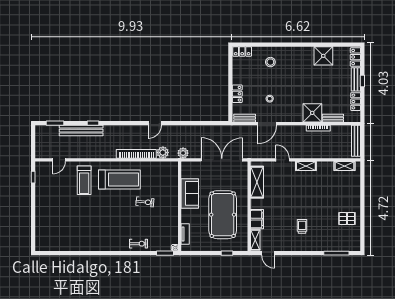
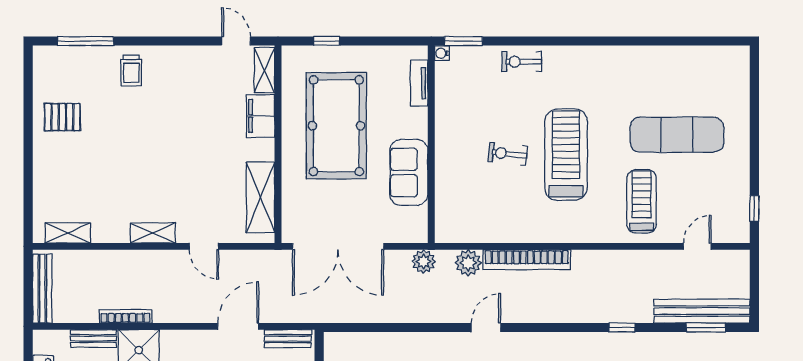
bench: (81, 131) -> (702, 311), moved
treadmill: (119, 180) -> (566, 155), moved, turned 90
exercise mat: (68, 211) -> (677, 135), added
trolley: (302, 226) -> (131, 71), moved

